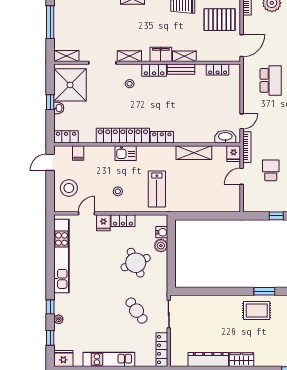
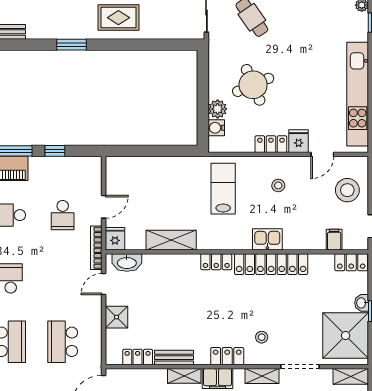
bench: (181, 69) -> (174, 358), moved
shower: (233, 98) -> (117, 317), added
rug: (257, 311) -> (118, 18), moved

